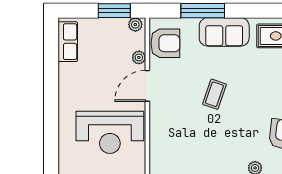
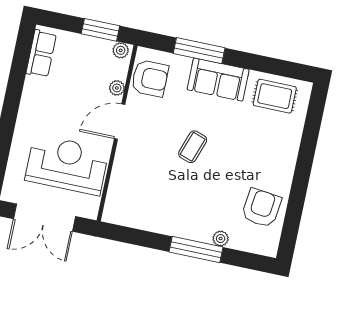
reception desk: (110, 132) -> (67, 165), turned 180

